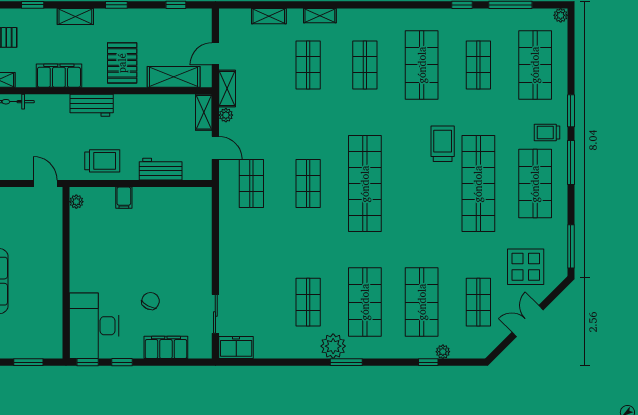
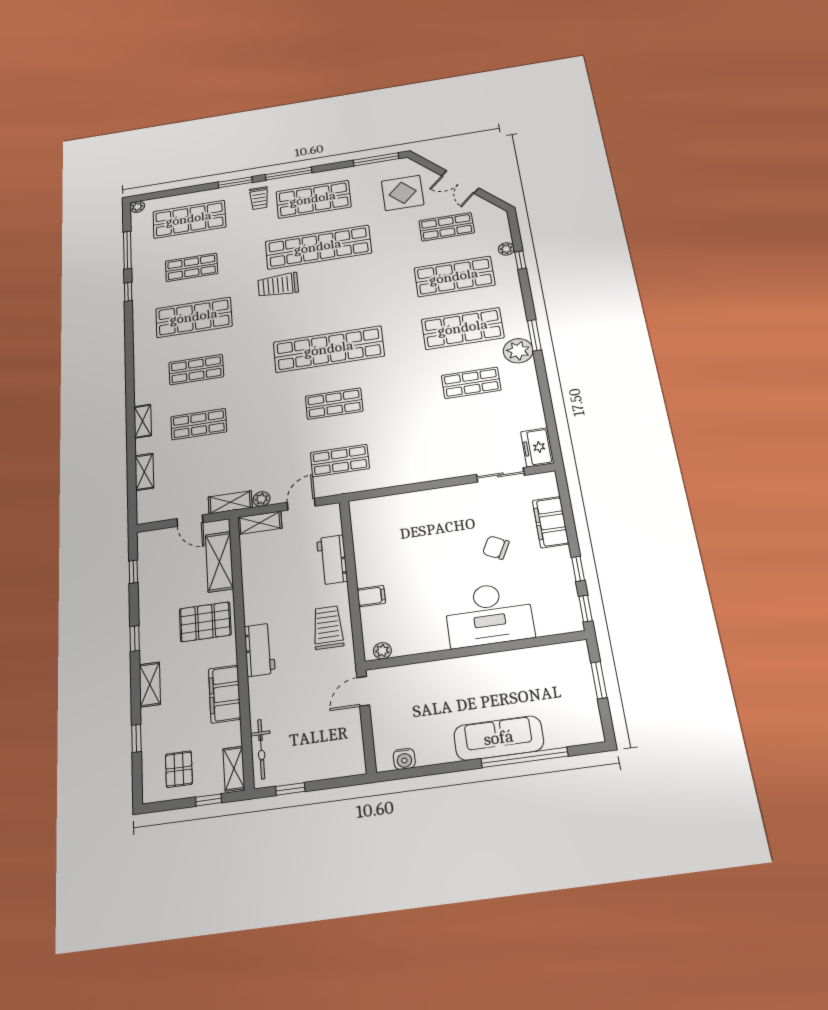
desk: (94, 326) -> (489, 614), moved

